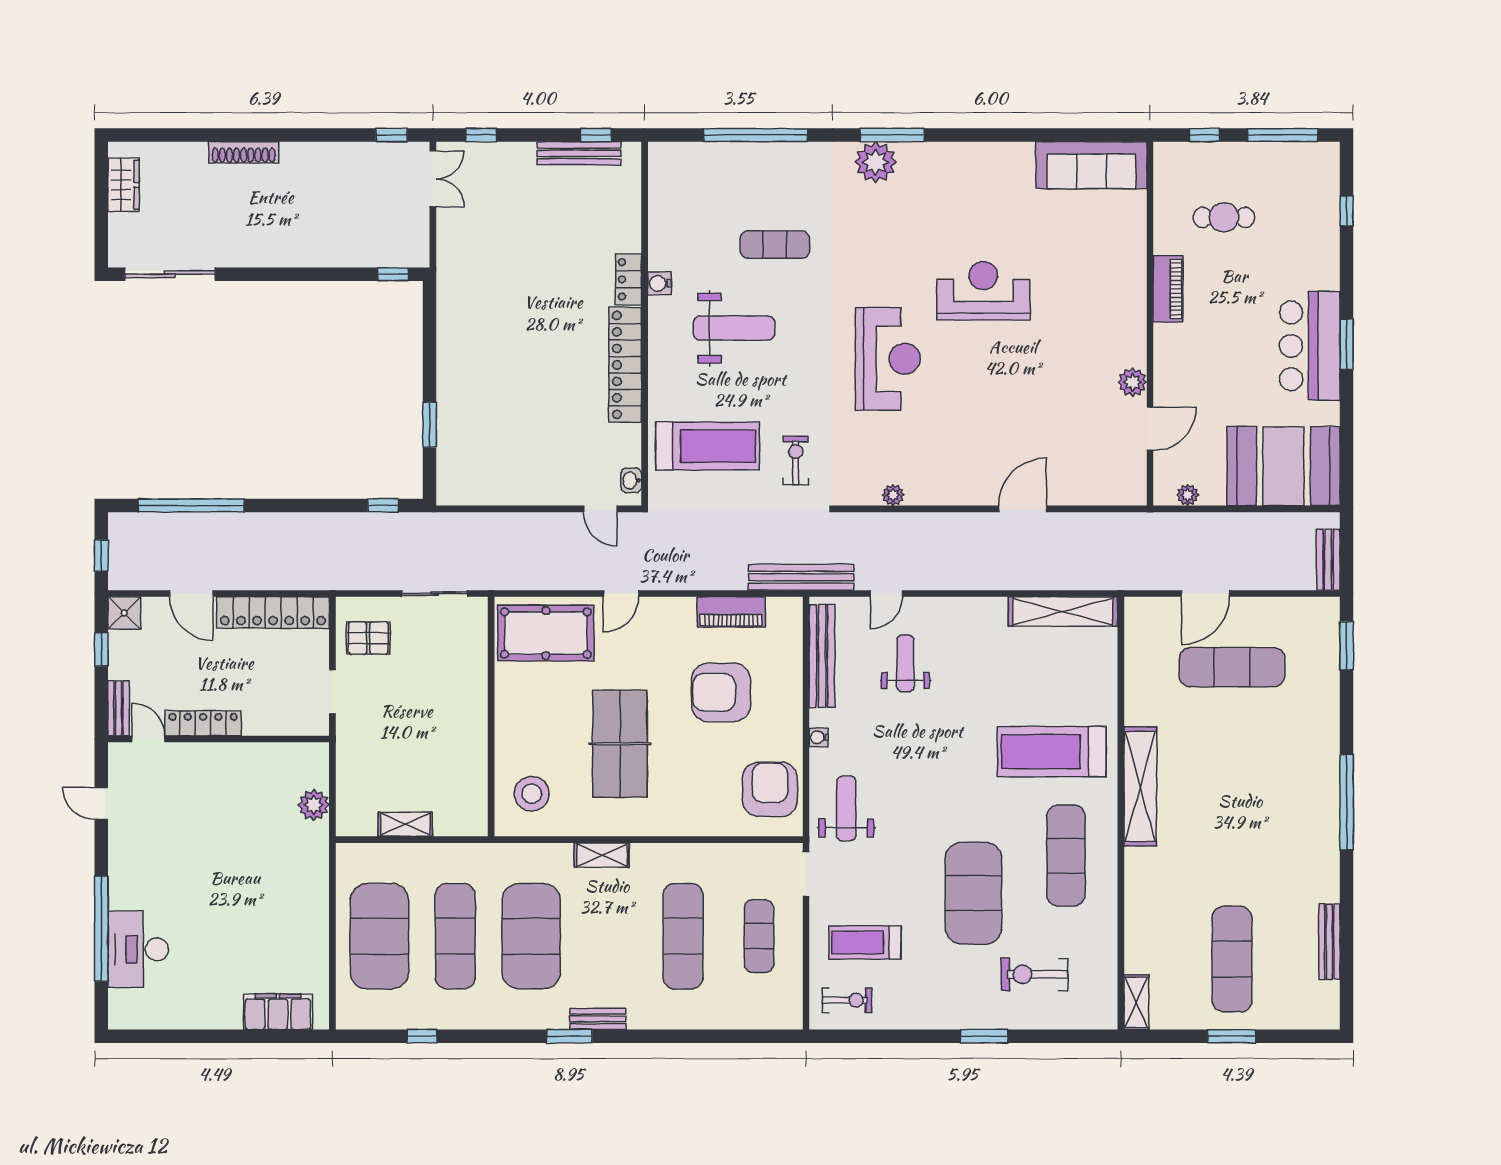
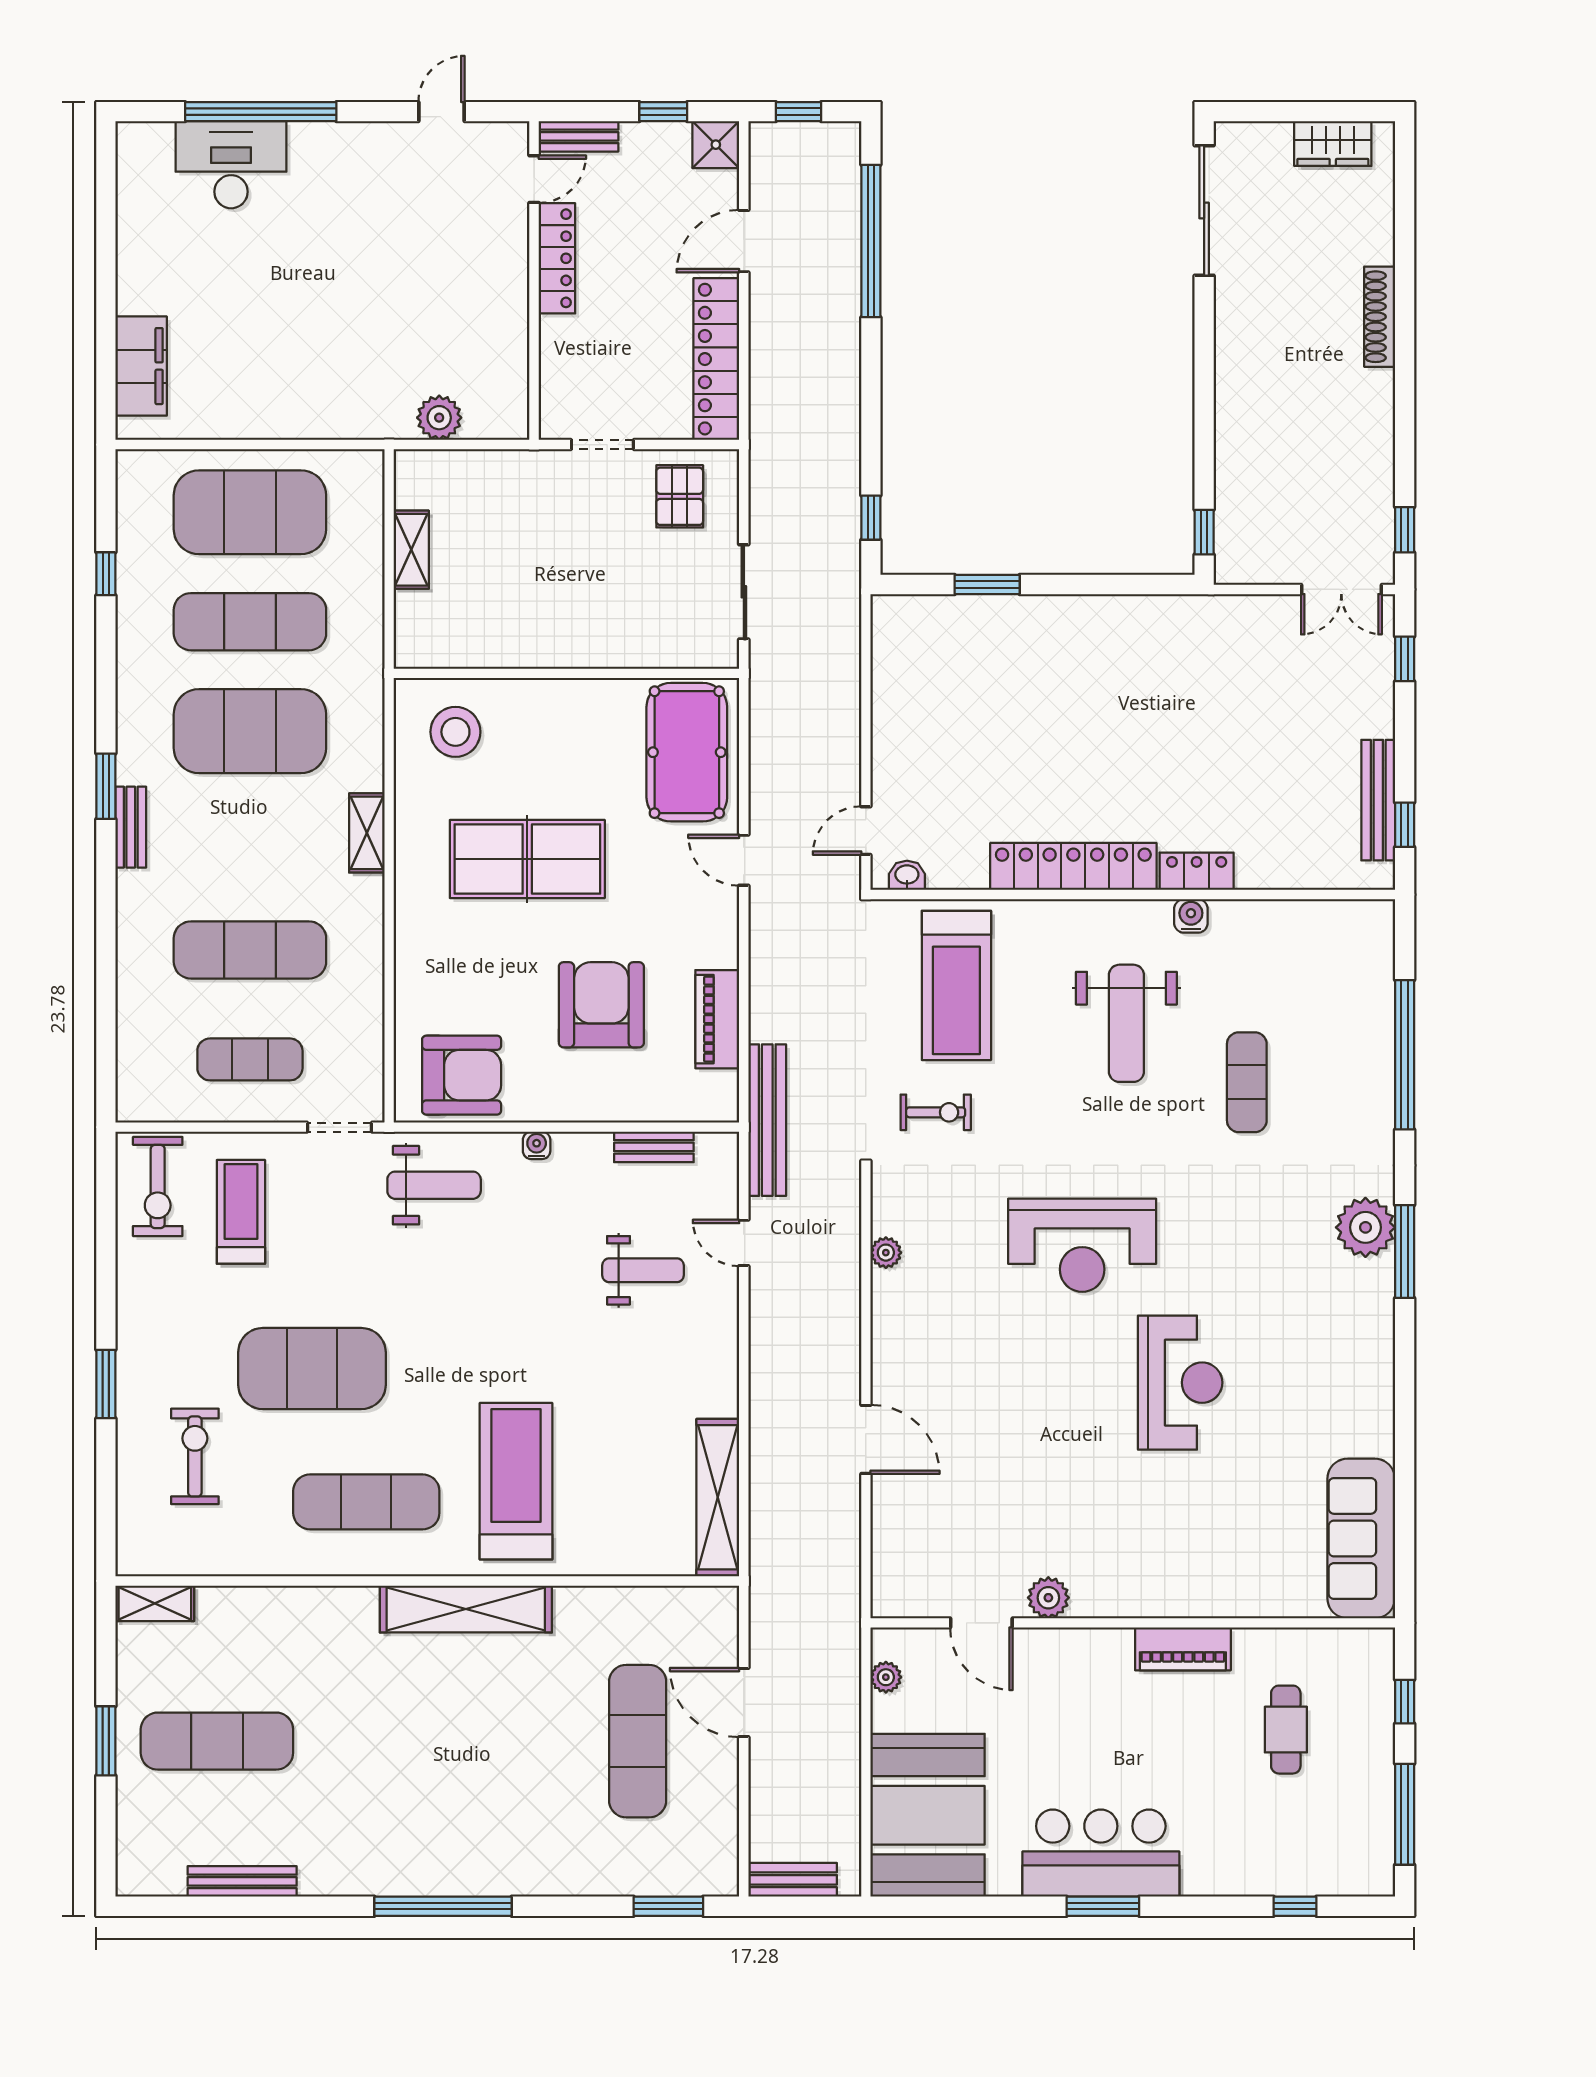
bench: (822, 656) -> (654, 1147), width x0.54, depth x0.82
exercise bike: (847, 1000) -> (158, 1186), width x1.38, depth x1.39

